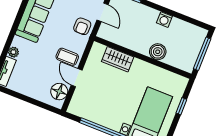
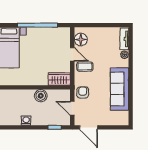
boiler: (158, 52) -> (41, 96), moved
wardrobe: (118, 59) -> (59, 79), moved

